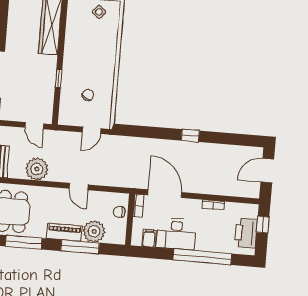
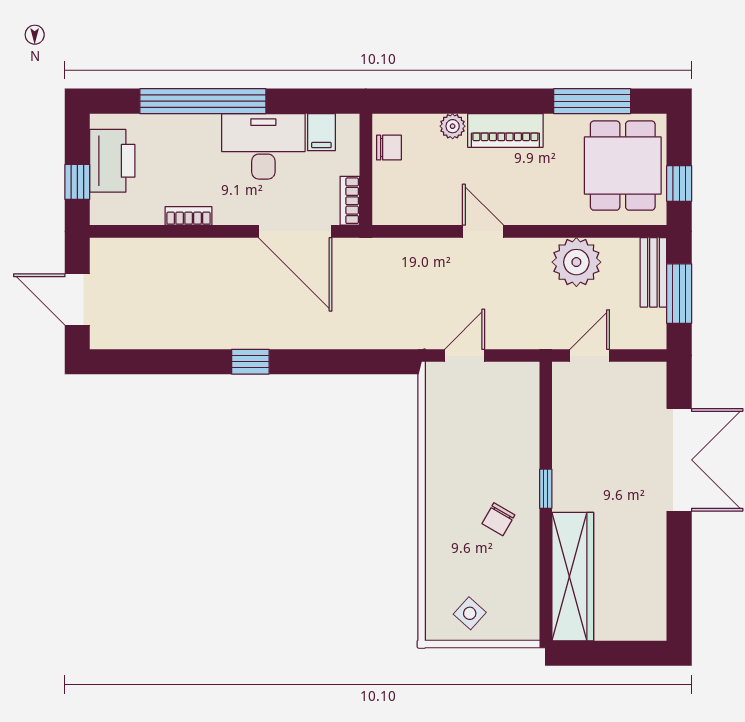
window: (58, 79) -> (546, 489), moved
chair: (88, 95) -> (498, 519), moved
door: (34, 126) -> (590, 356), hinge flipped
door: (267, 171) -> (77, 300), swing flipped
chair: (119, 212) -> (389, 148), moved
plant: (94, 231) -> (453, 126), width x0.53, depth x0.53
window: (80, 247) -> (469, 101), removed

